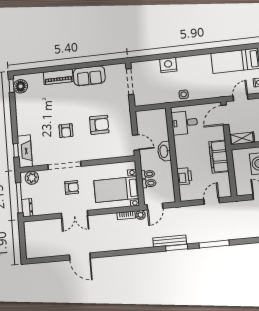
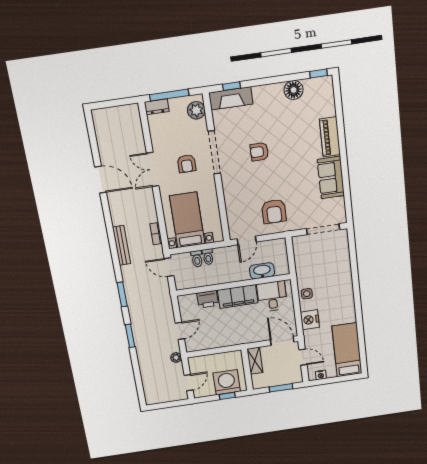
nightstand: (168, 65) -> (310, 320), moved, turned 180
floor lamp: (21, 86) -> (294, 90), moved
armchair: (99, 125) -> (274, 212), moved
washbasin: (164, 151) -> (262, 271), moved
filing cabinet: (219, 157) -> (238, 296), moved, turned 180
door: (212, 201) -> (180, 331), hinge flipped
plant: (141, 215) -> (176, 358), moved
bench: (170, 241) -> (122, 245), moved
window: (214, 244) -> (130, 336), width x0.69
door: (80, 256) -> (100, 180), swing flipped

